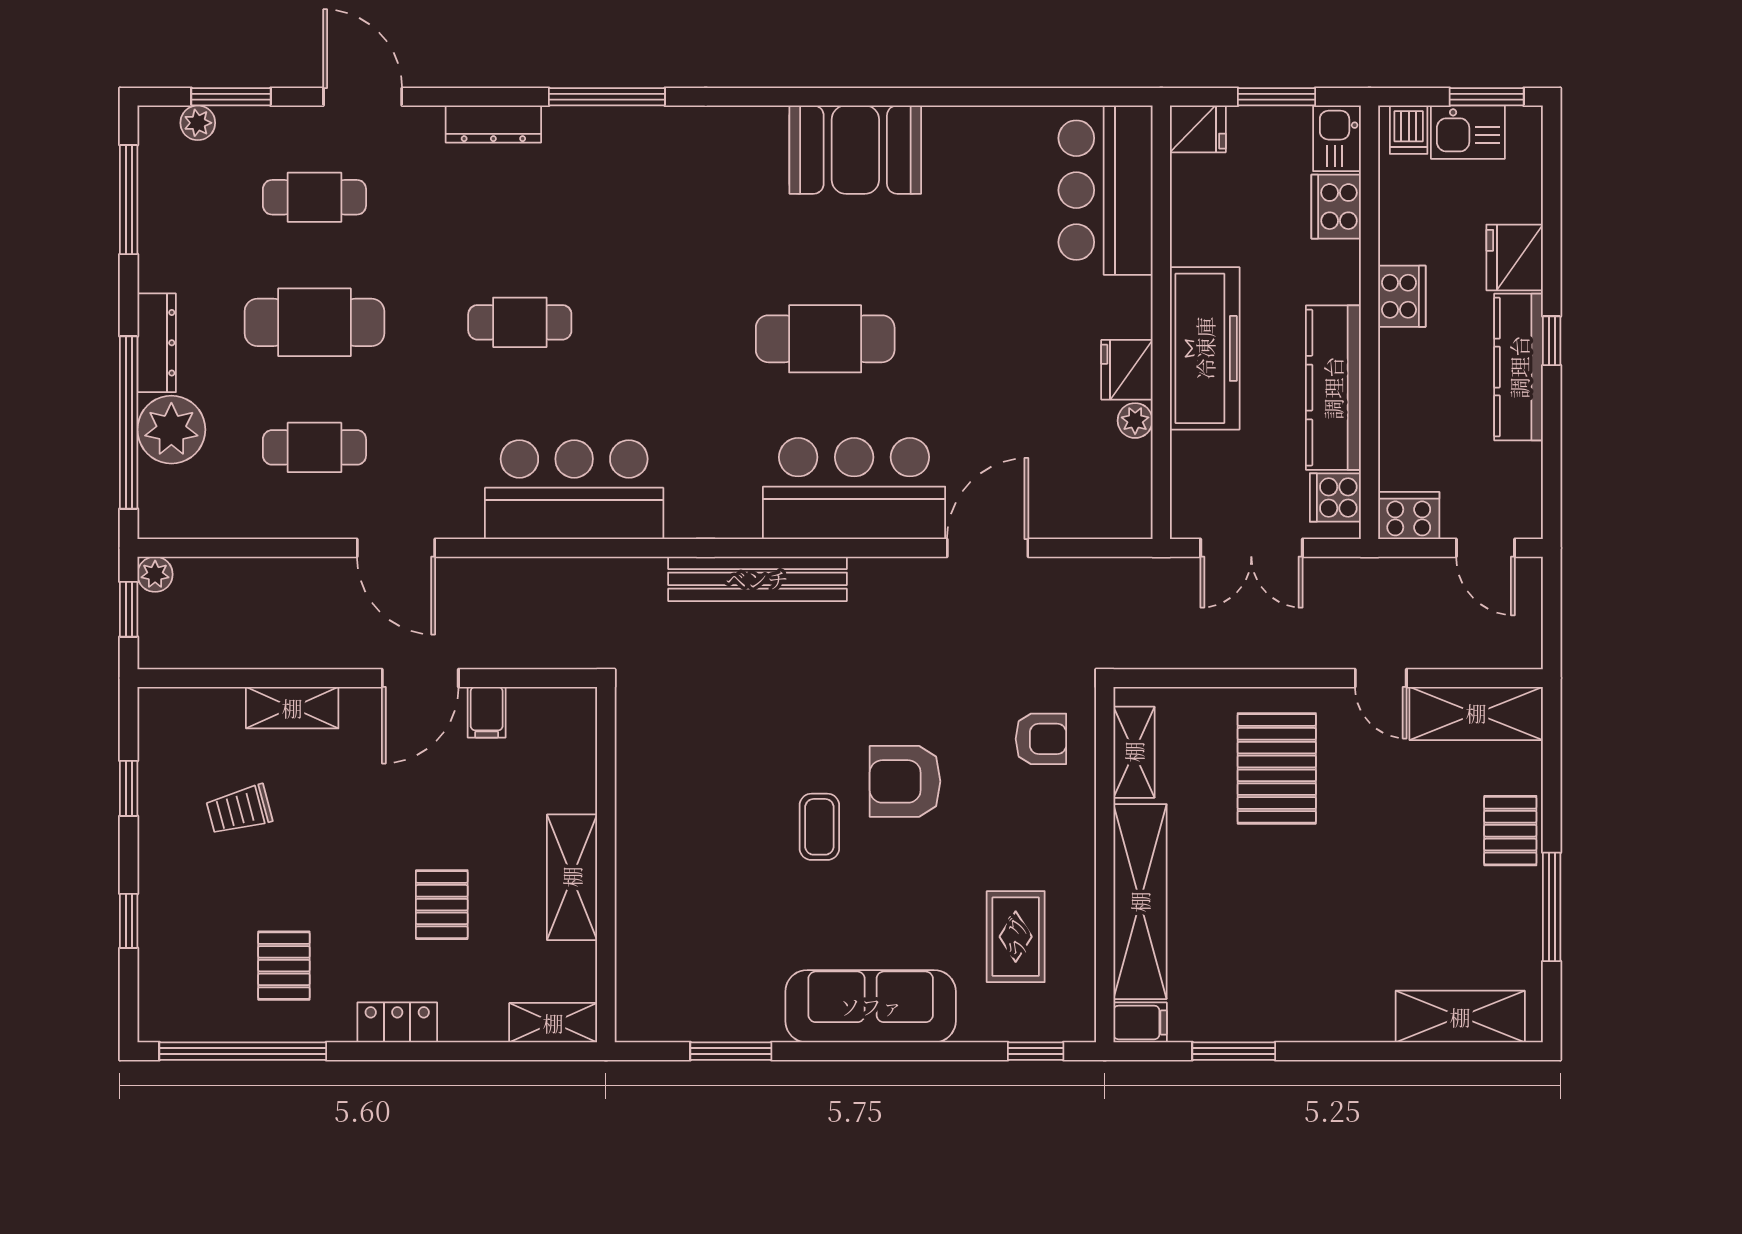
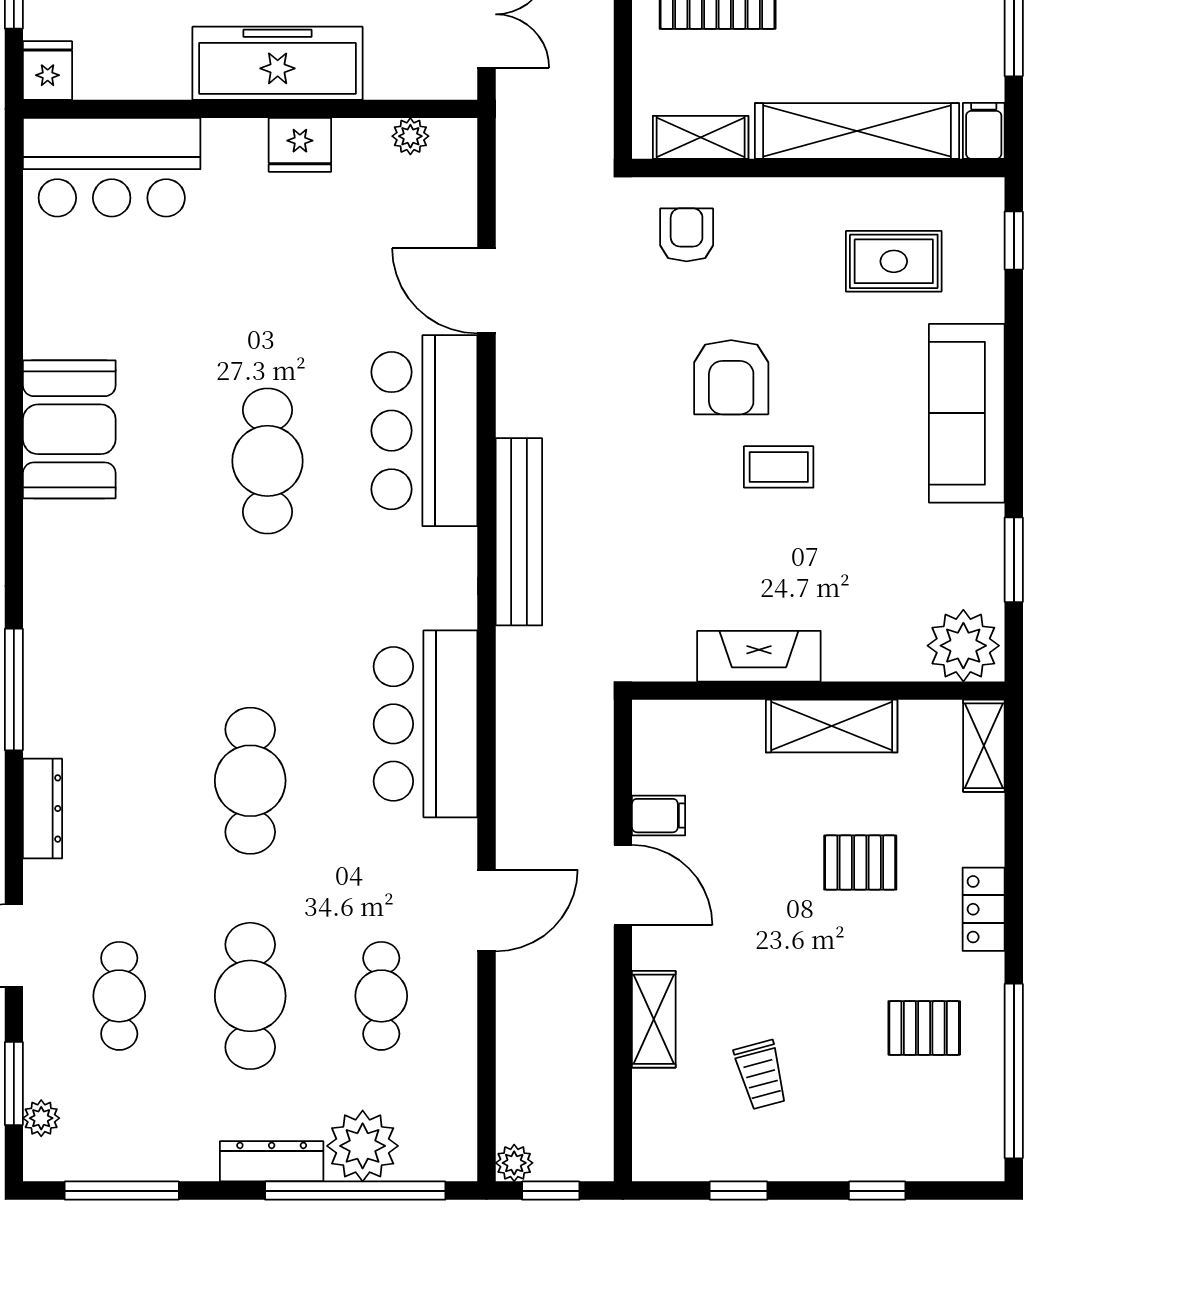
cafe table: (520, 322) -> (250, 781), width x1.37, depth x1.35
plant: (1135, 421) -> (410, 136), moved
fireplace: (639, 808) -> (759, 656), added
plant: (649, 1003) -> (963, 646), added

